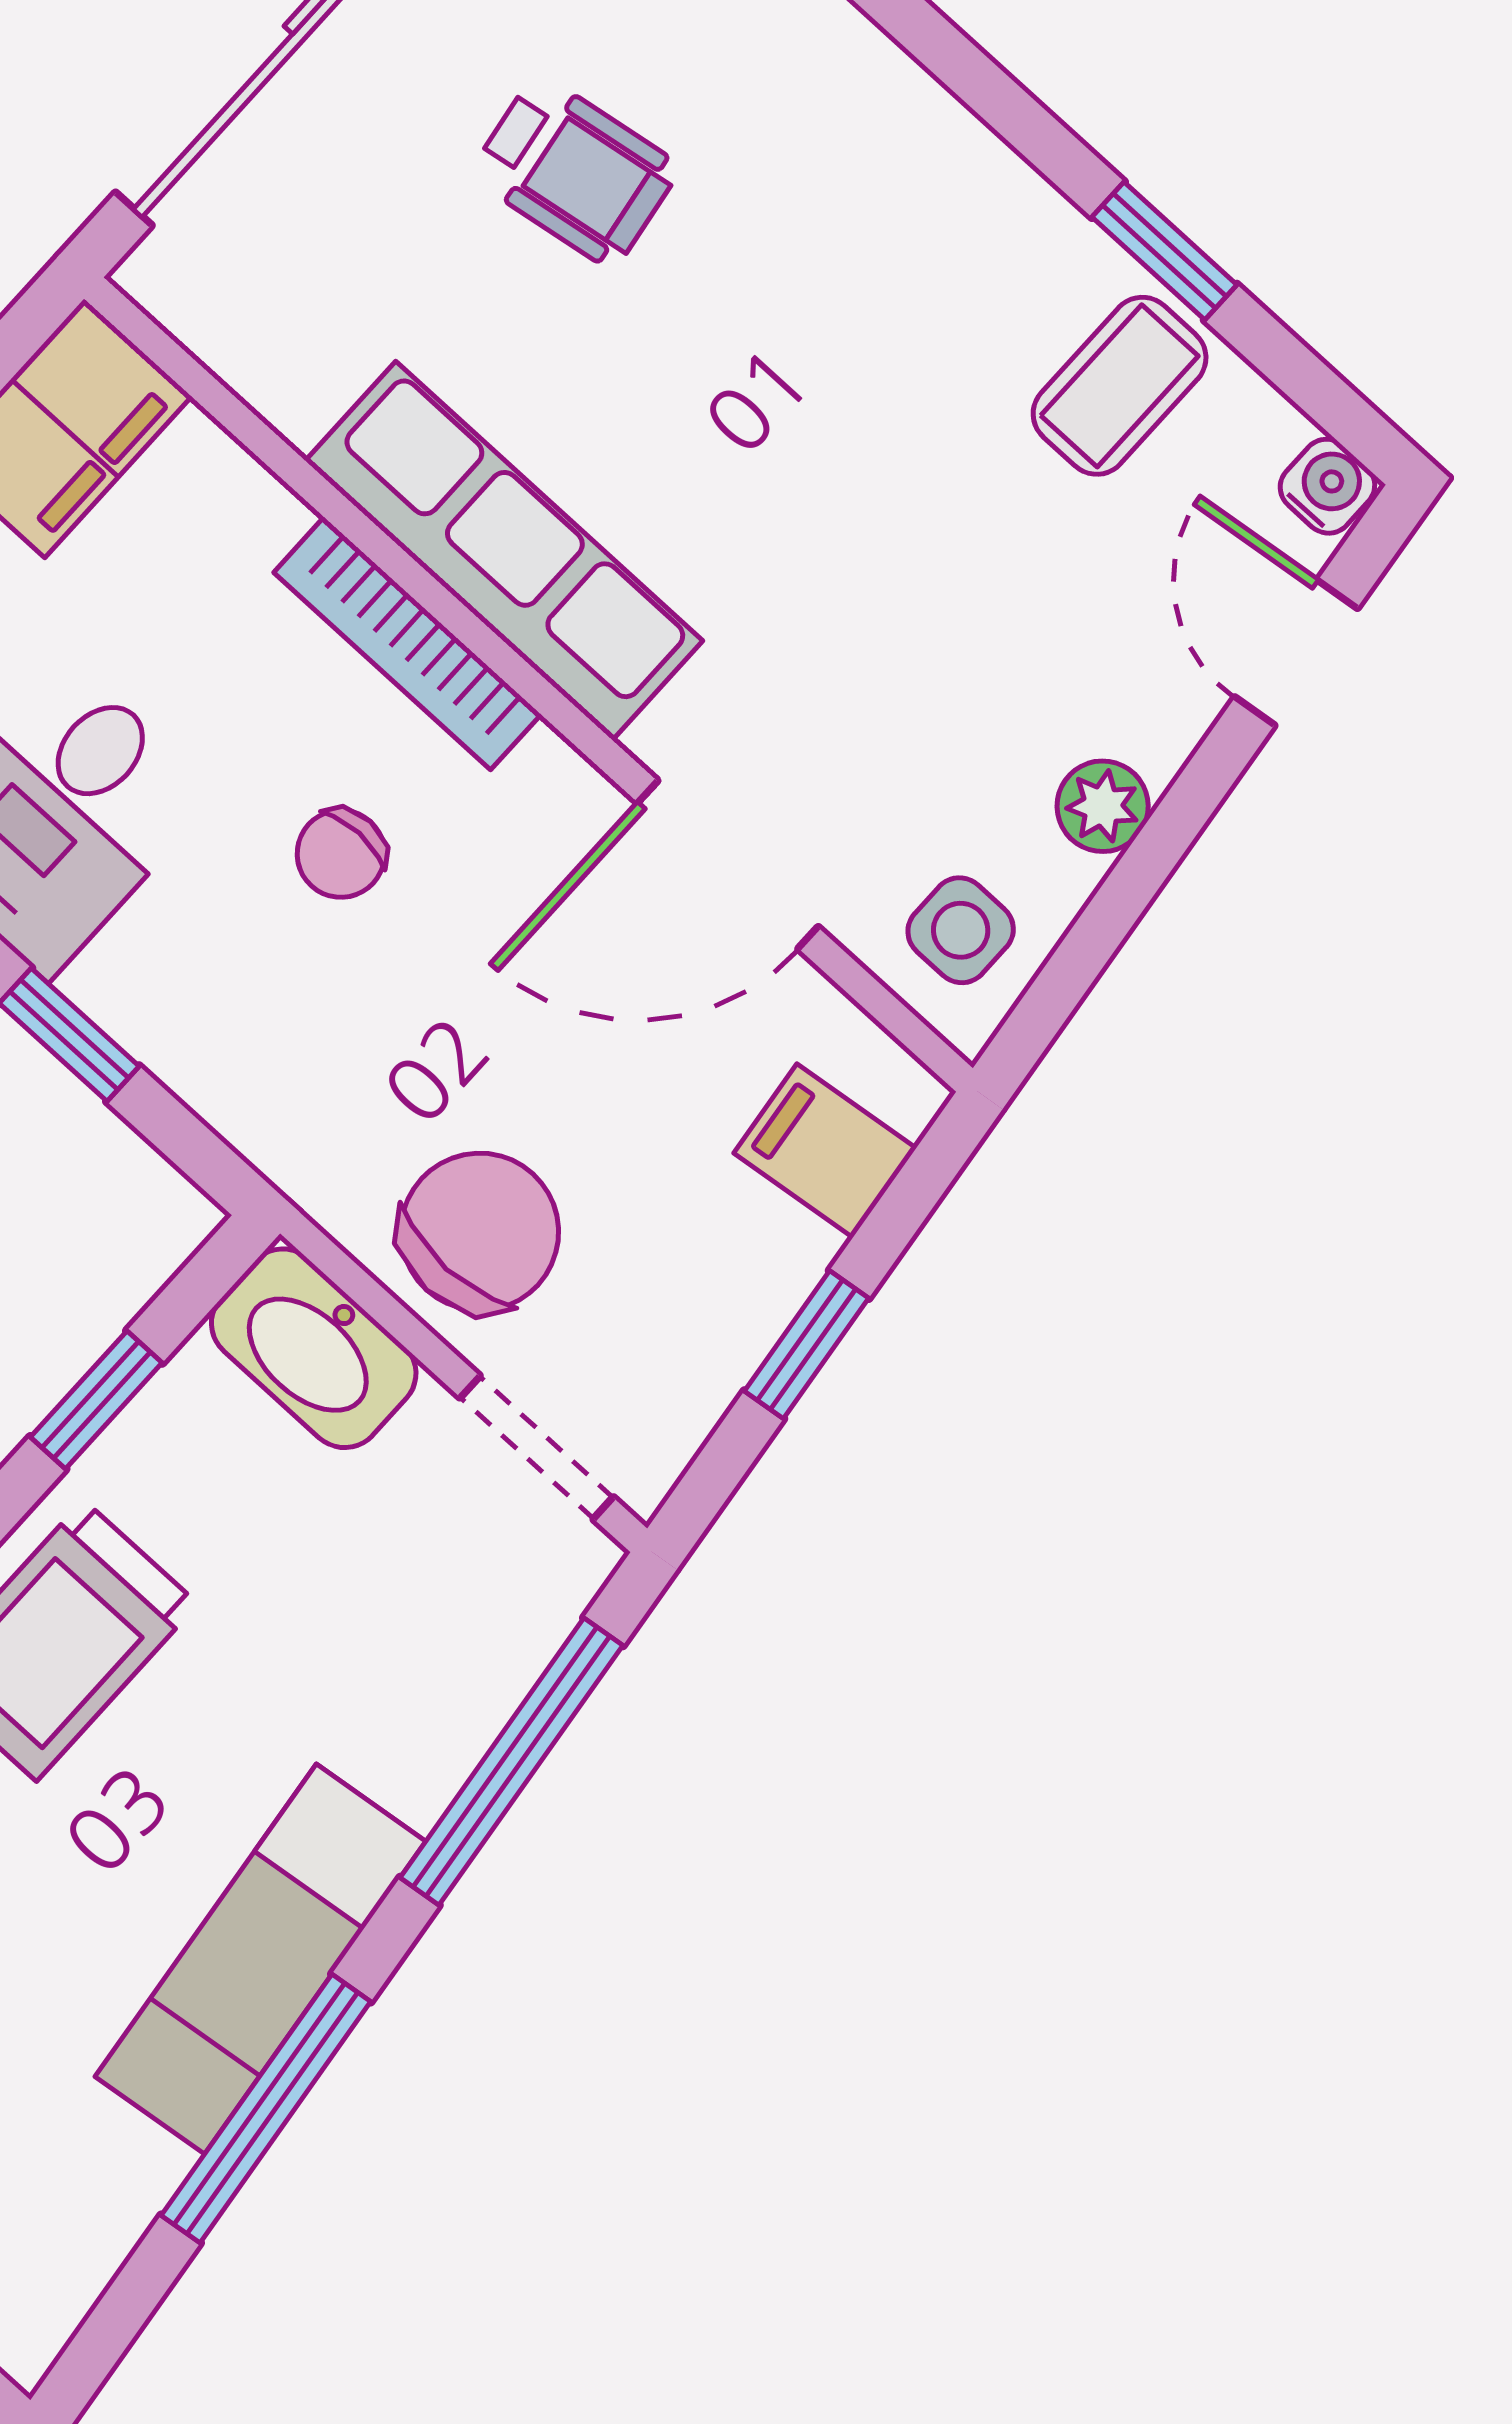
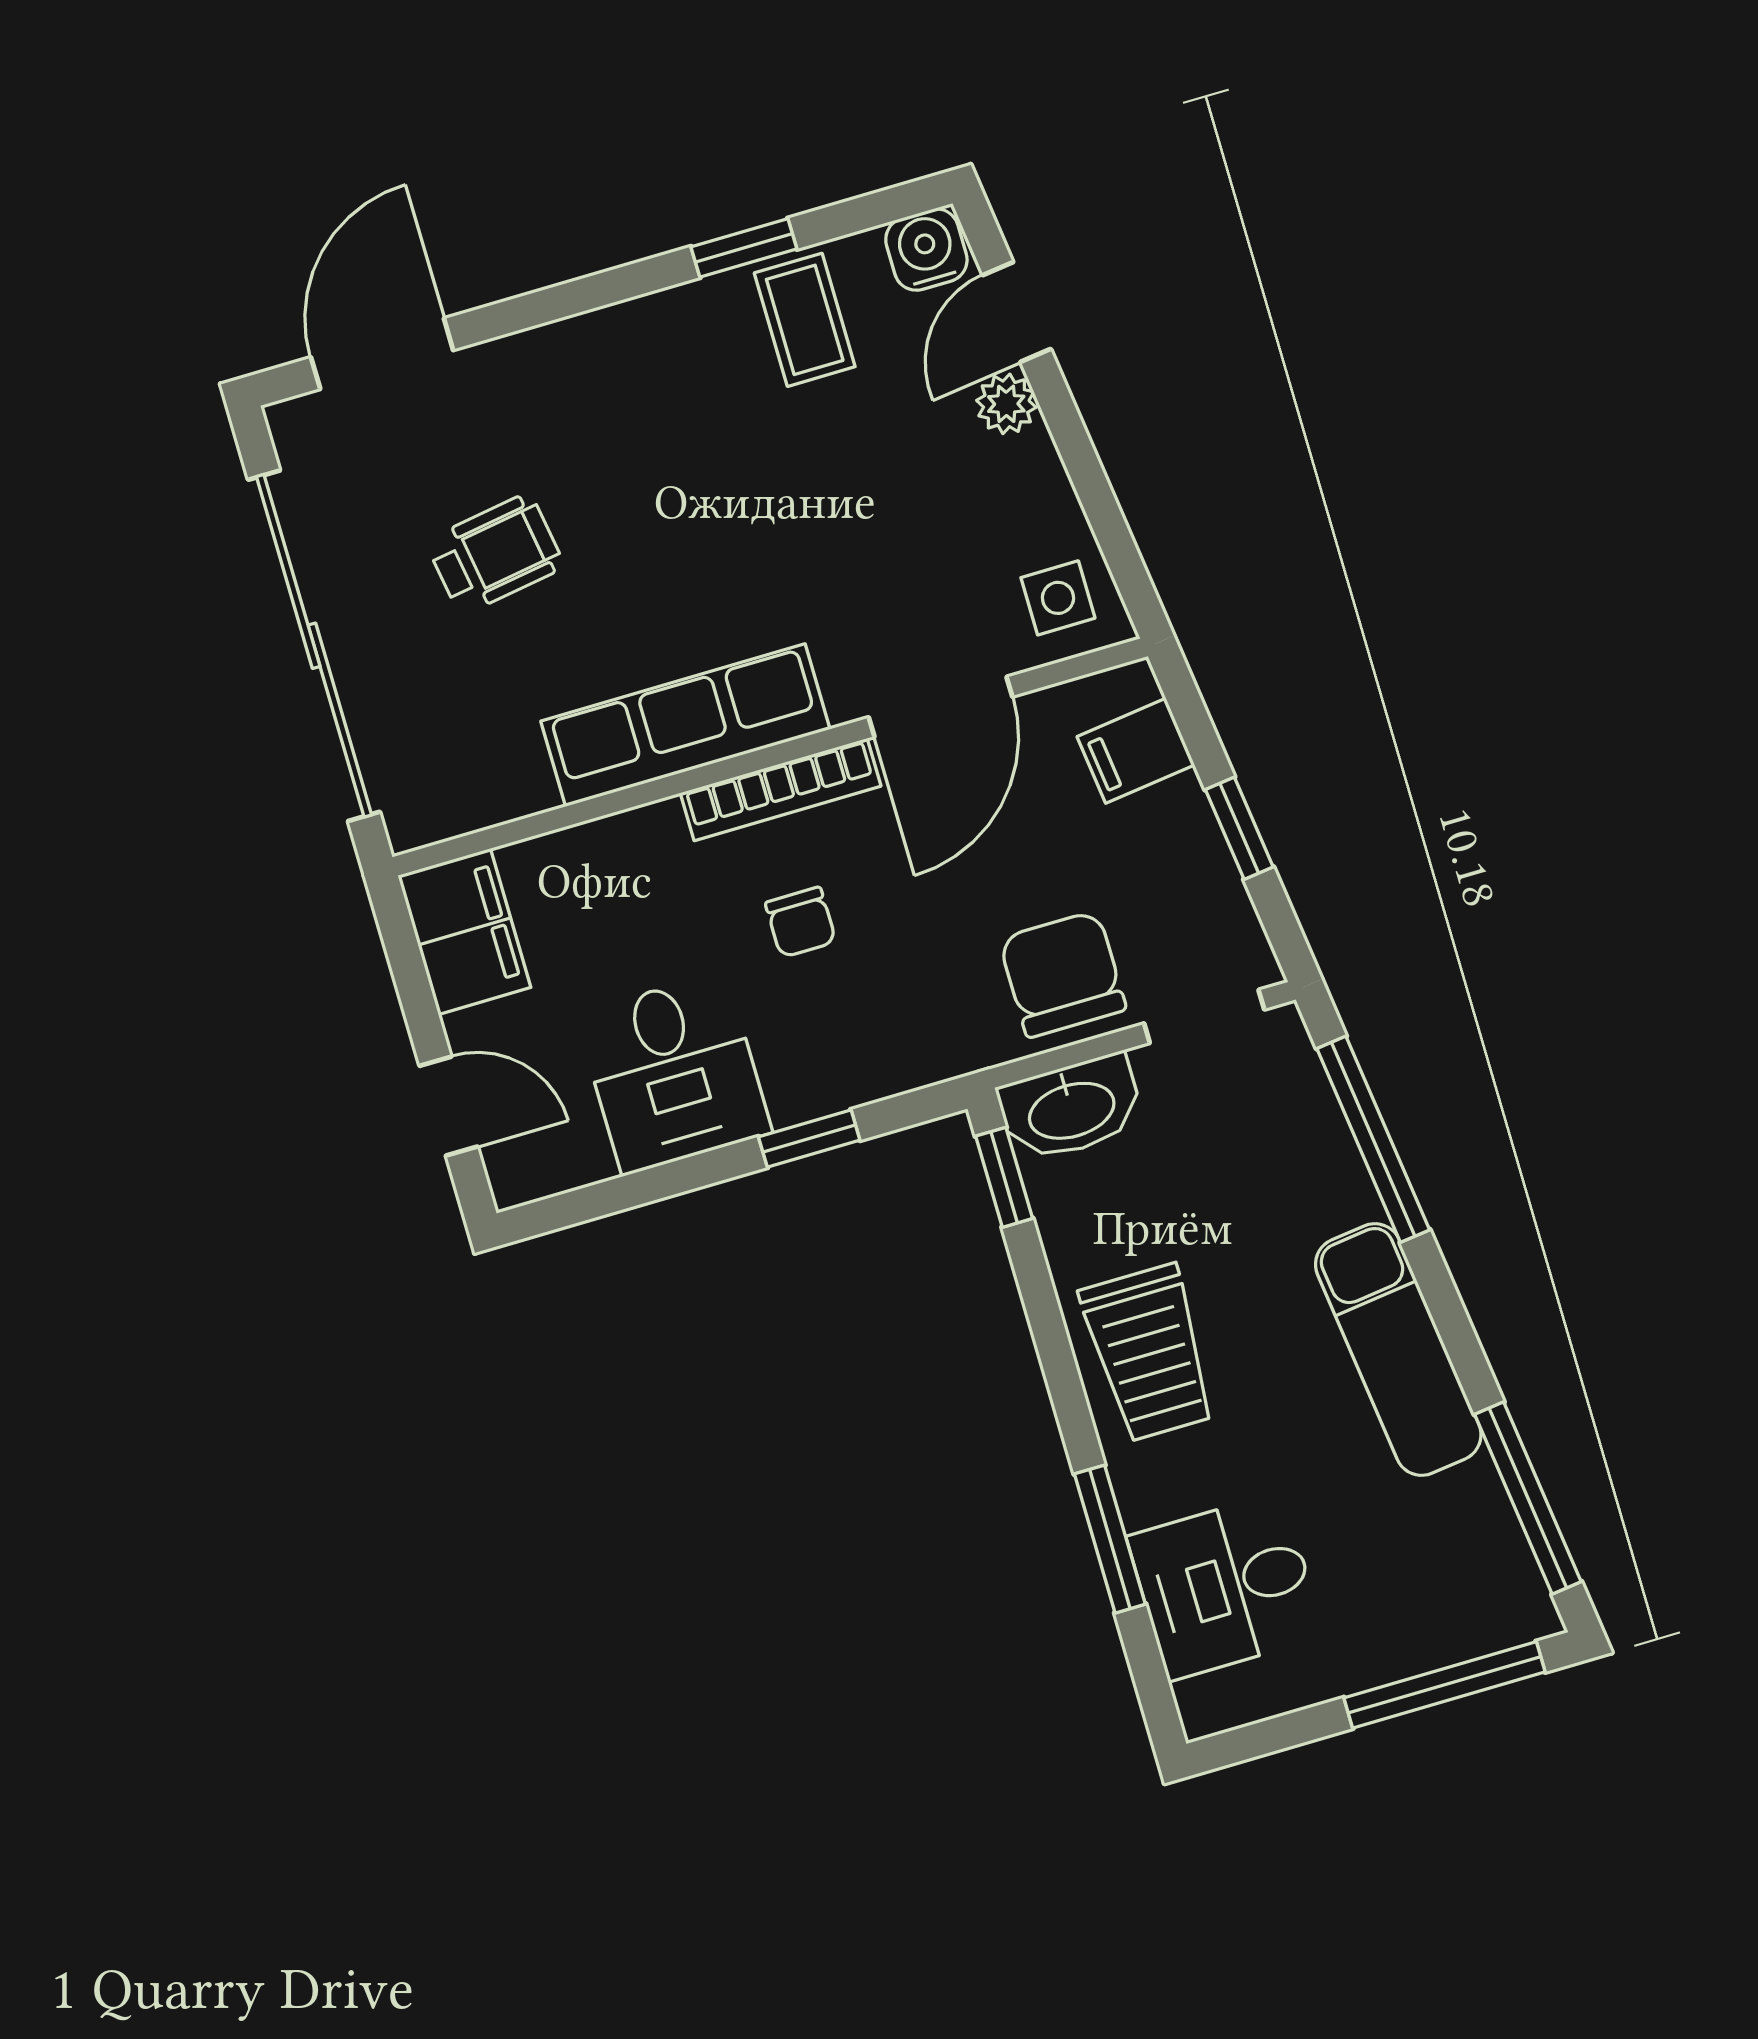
water cooler: (1327, 486) -> (926, 250), width x1.38, depth x1.38
bookcase: (407, 643) -> (781, 790), moved
door: (1296, 653) -> (1017, 312), hinge flipped
plant: (1103, 806) -> (1006, 404), moved
window: (96, 1400) -> (1004, 1177), moved
window: (266, 2109) -> (1528, 1498), moved

